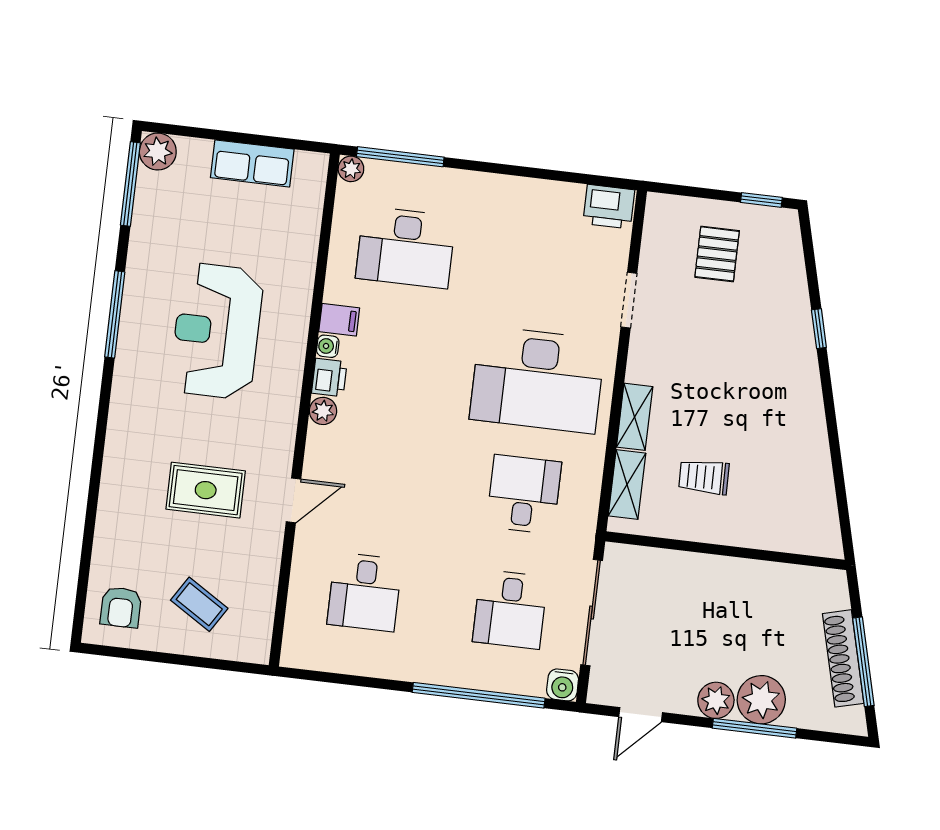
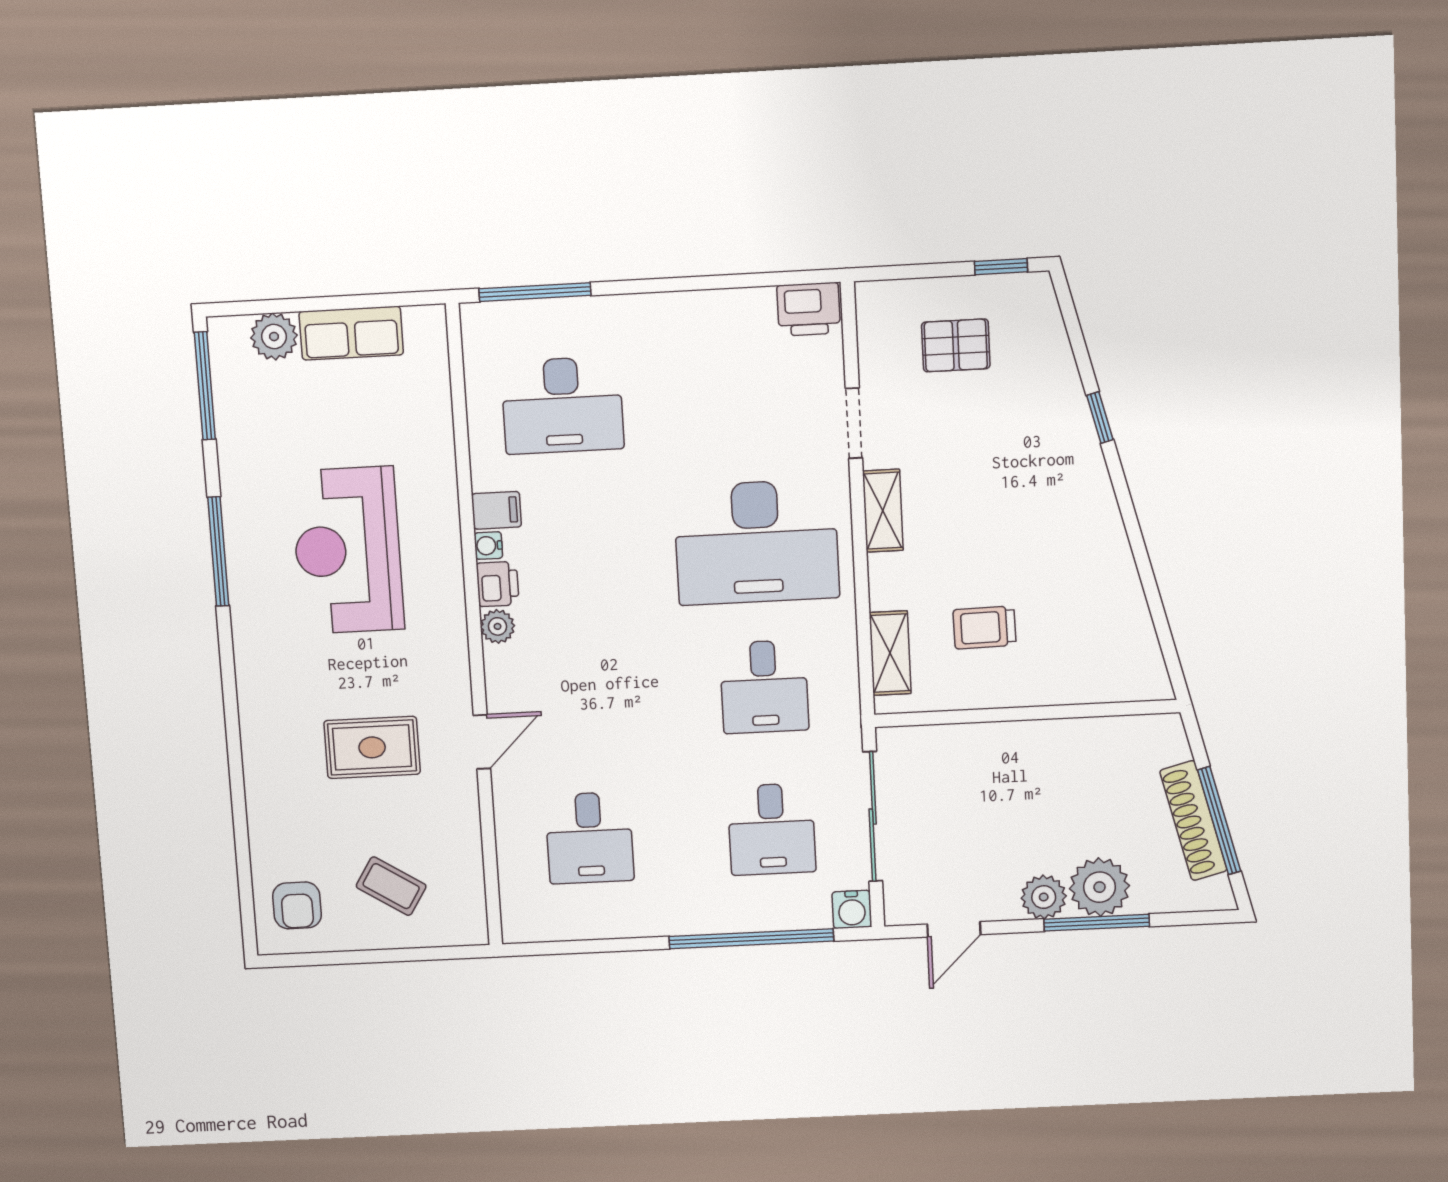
plant: (158, 152) -> (274, 337), moved
plant: (351, 169) -> (476, 318), removed
pallet: (717, 254) -> (956, 345), turned 90
shelving: (635, 417) -> (883, 511), moved
desk: (524, 494) -> (764, 687), turned 180

